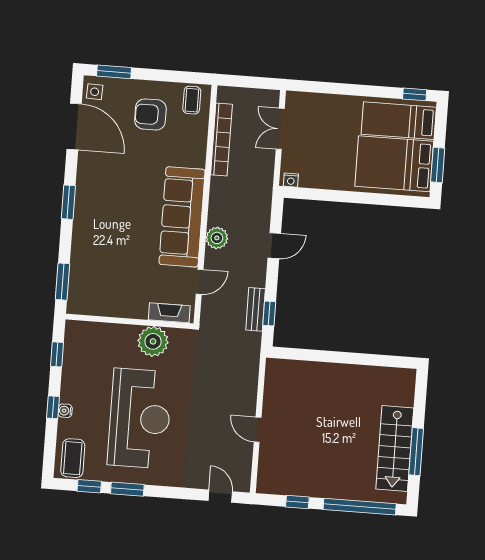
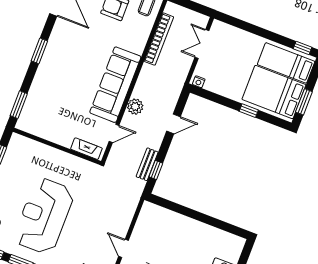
window: (368, 198) -> (249, 111), added
plant: (153, 341) -> (69, 165), removed
reception desk: (140, 418) -> (44, 216), turned 180

